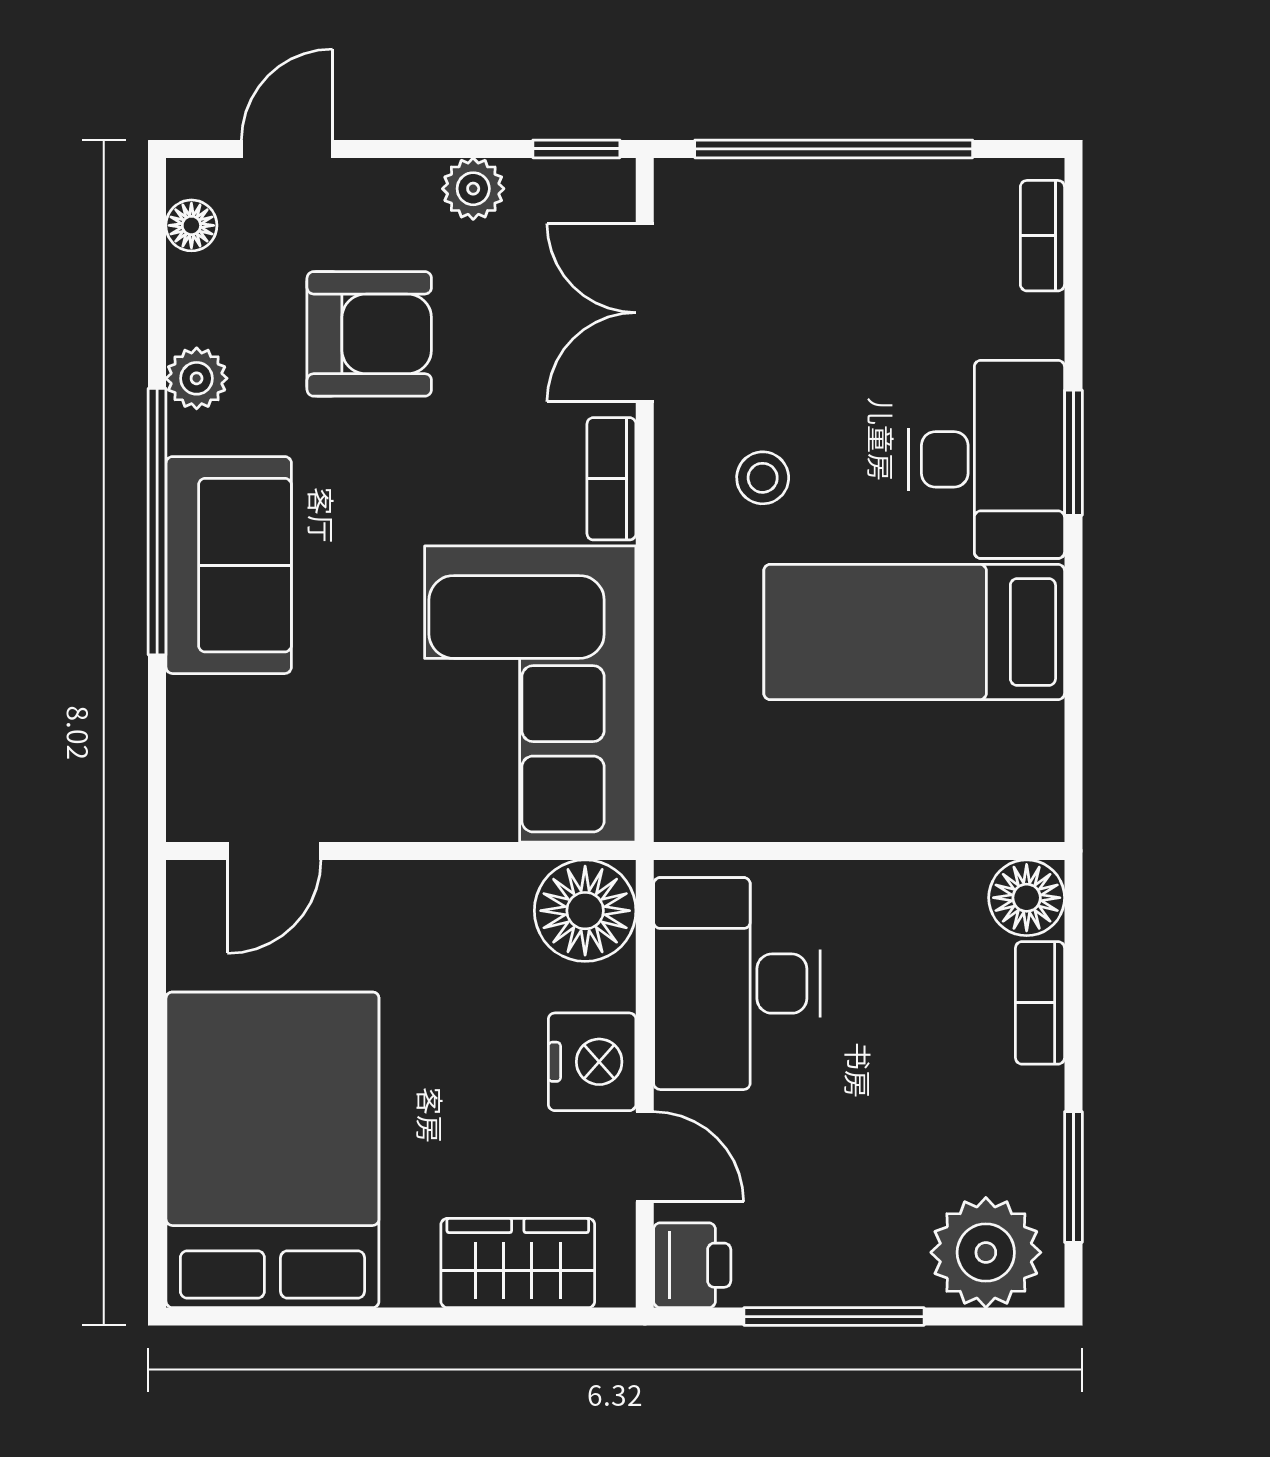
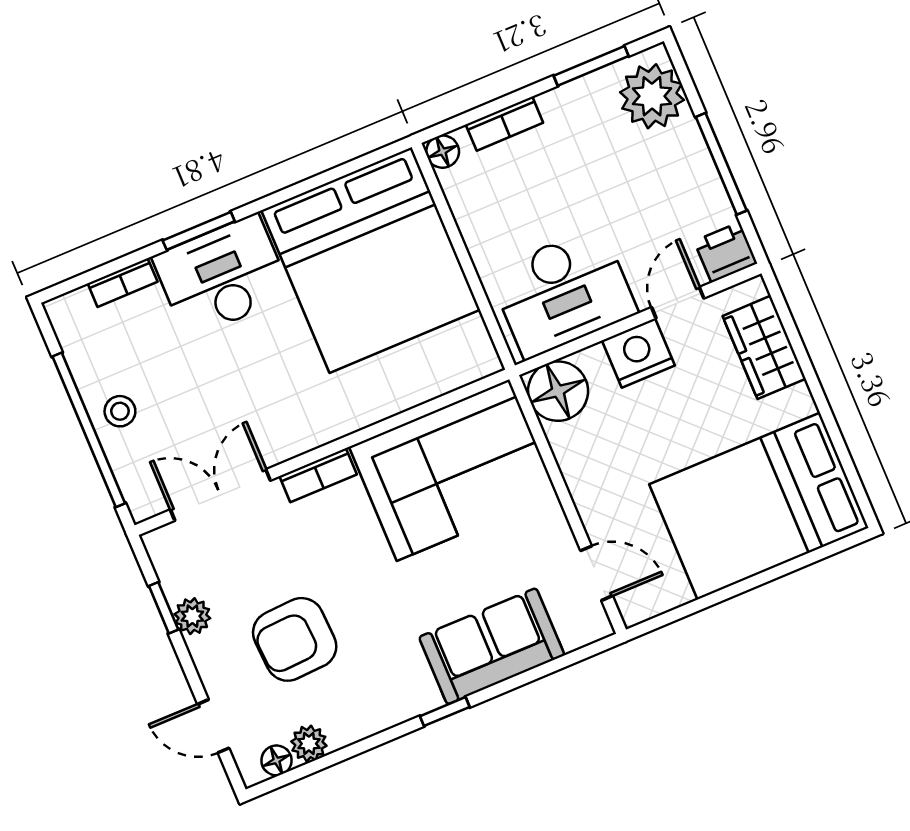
window: (576, 149) -> (164, 608), moved
bookcase: (1042, 236) -> (123, 283), moved
double door: (645, 313) -> (220, 495), swing flipped
armchair: (369, 334) -> (295, 639), turned -93
plant: (197, 378) -> (309, 744), moved
stool: (763, 478) -> (120, 411), moved
window: (157, 522) -> (445, 712), width x0.32
sofa: (229, 565) -> (492, 646), moved
bed: (914, 632) -> (370, 260), width x2.04
floor lamp: (1027, 898) -> (443, 152), width x0.73, depth x0.73

